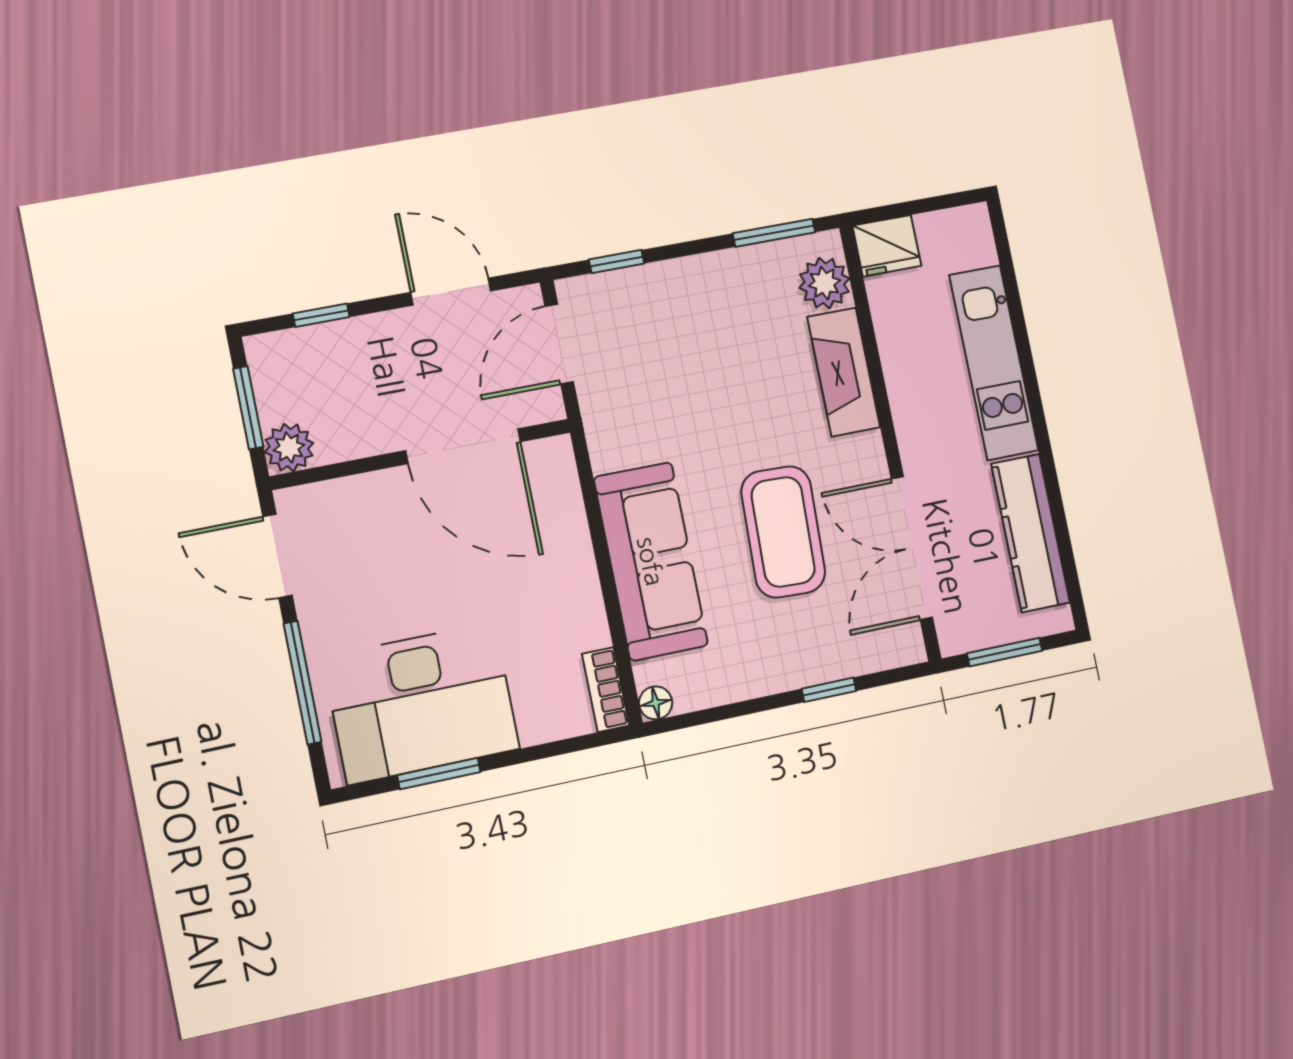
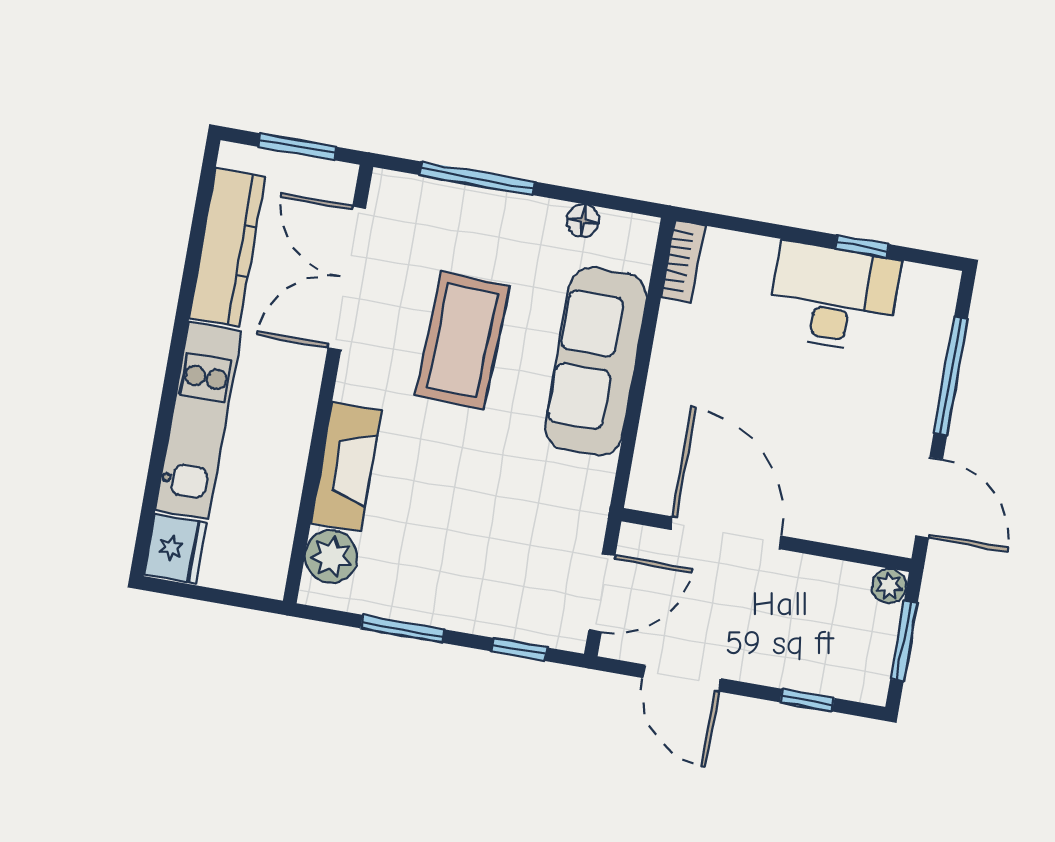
window: (774, 233) -> (403, 629), moved
fridge: (887, 246) -> (175, 549), moved, turned 90
plant: (289, 448) -> (889, 586), width x0.73, depth x0.73
double door: (912, 548) -> (347, 278), swing flipped
window: (829, 690) -> (477, 178), width x2.17
desk: (421, 703) -> (834, 297), width x0.73, depth x0.77
floor lamp: (656, 703) -> (583, 221), moved
window: (439, 774) -> (862, 246), width x0.67

